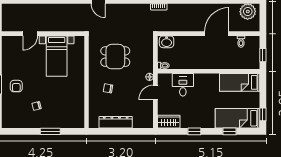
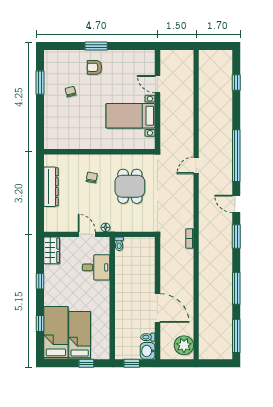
washbasin: (167, 42) -> (148, 351), moved
bed: (240, 82) -> (80, 335), moved
window: (263, 114) -> (86, 363), moved
window: (50, 131) -> (40, 83), moved

